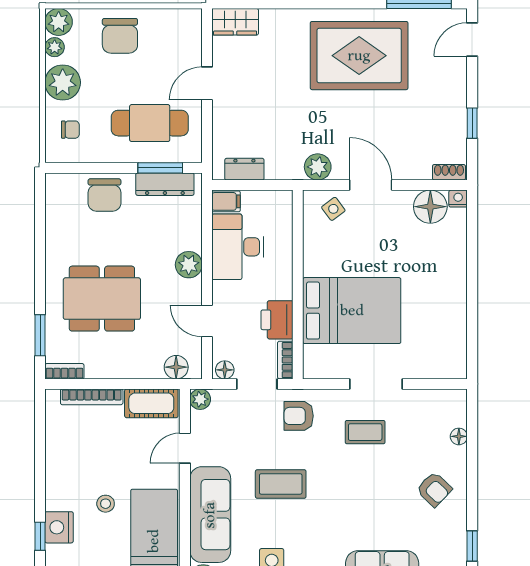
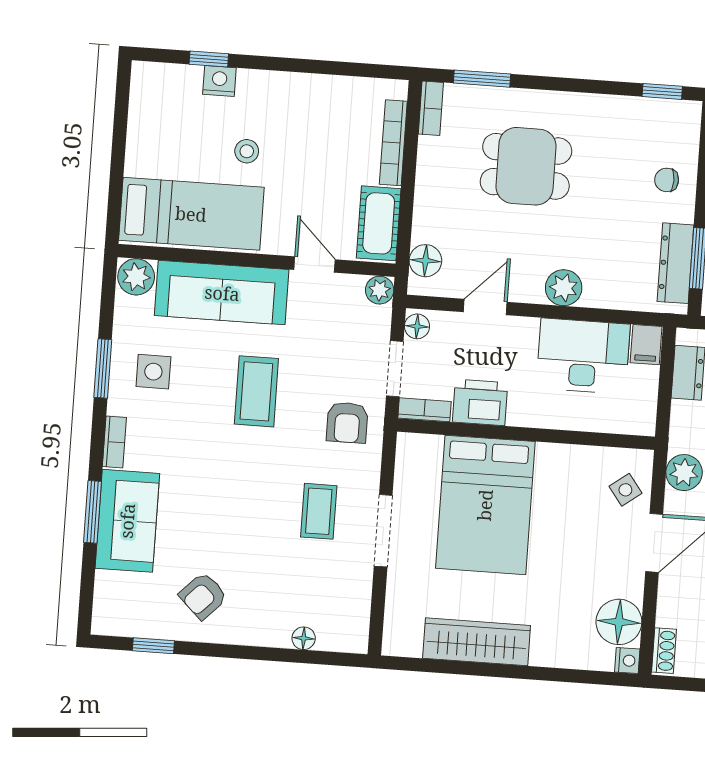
chair: (104, 195) -> (667, 180), width x0.54, depth x0.54
window: (40, 203) -> (662, 91), added
dining table: (102, 299) -> (526, 166), width x0.73
wardrobe: (452, 310) -> (477, 642), added
armchair: (299, 416) -> (347, 423), turned 180
armchair: (434, 489) -> (203, 596), moved
nightstand: (59, 527) -> (219, 81), width x0.74, depth x0.75

